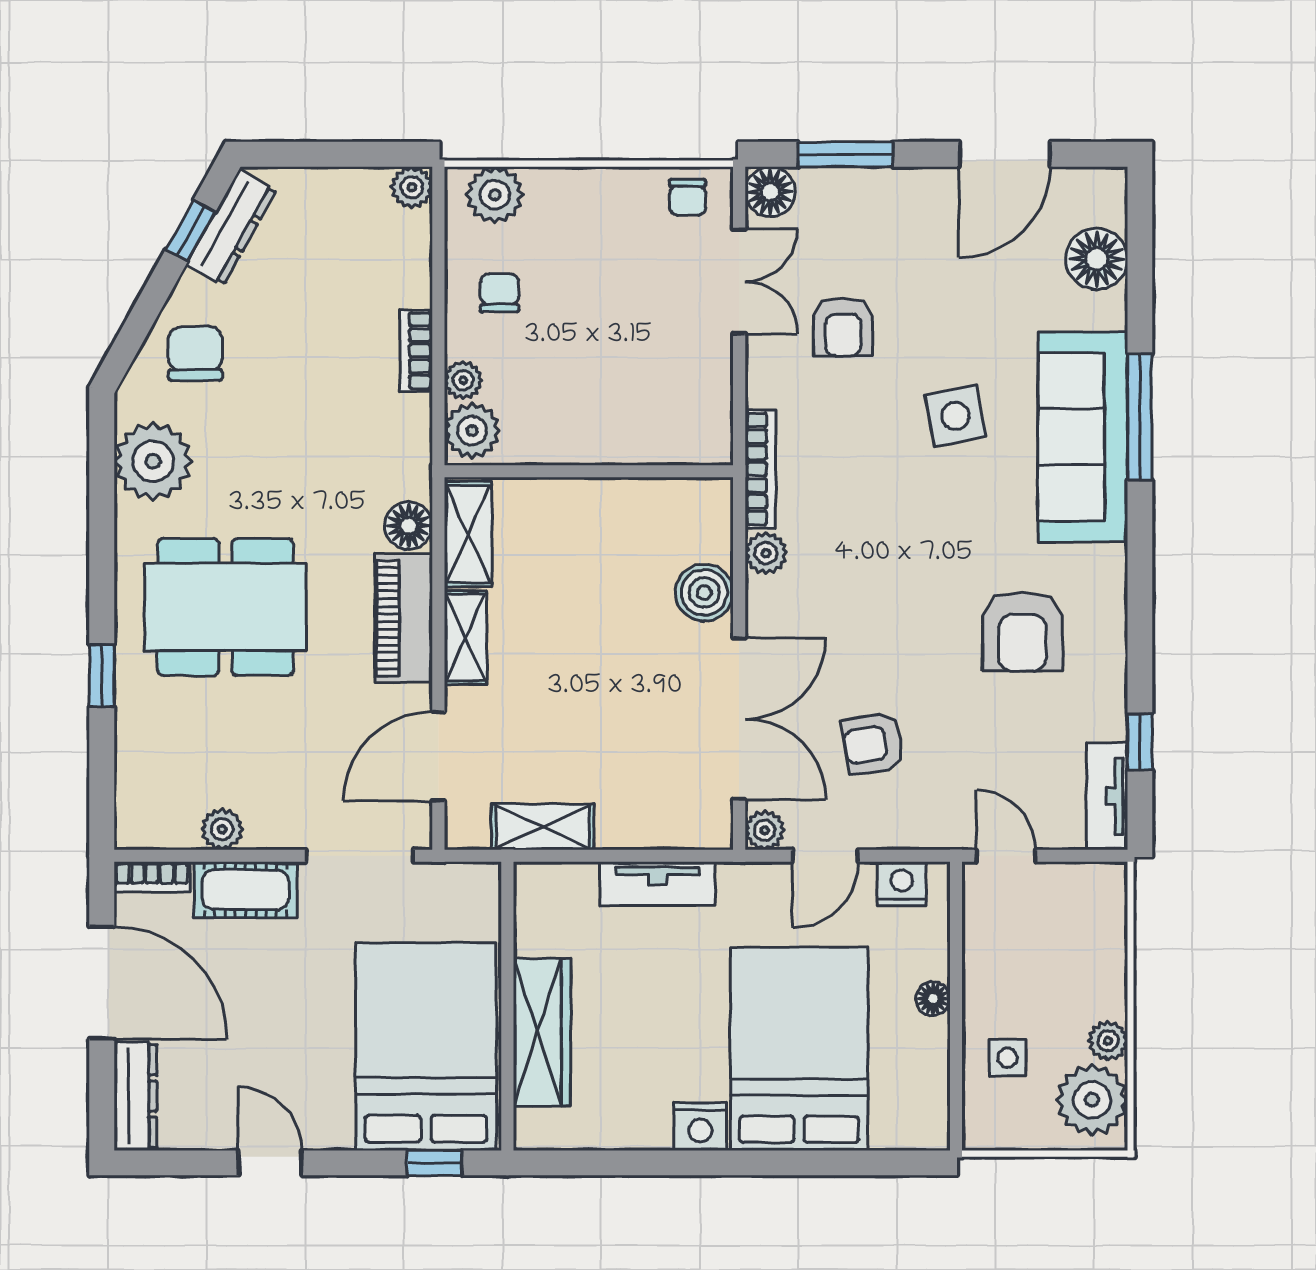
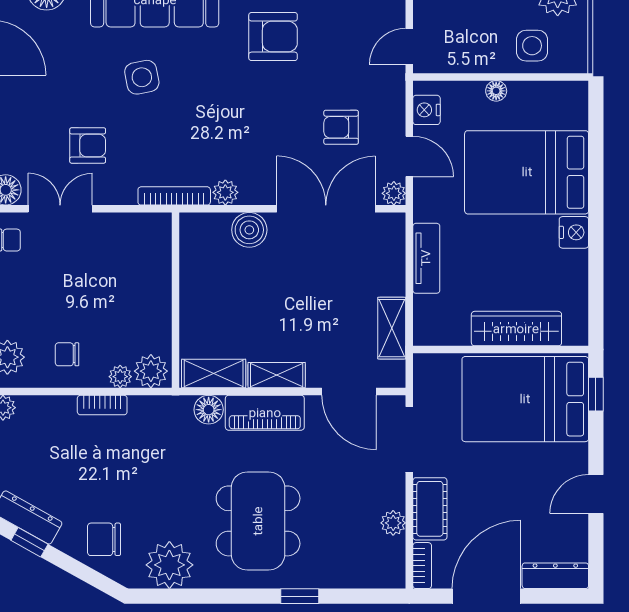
armchair: (873, 744) -> (341, 127), turned 99
side table: (1007, 1058) -> (532, 46), width x1.37, depth x1.37

